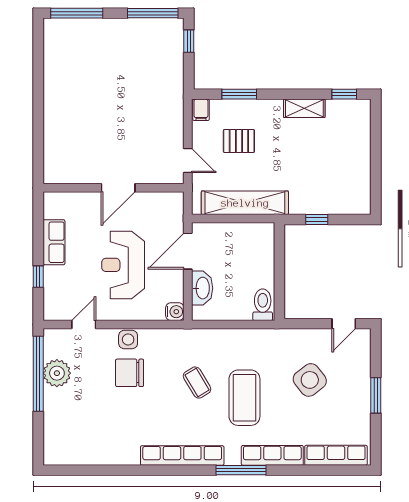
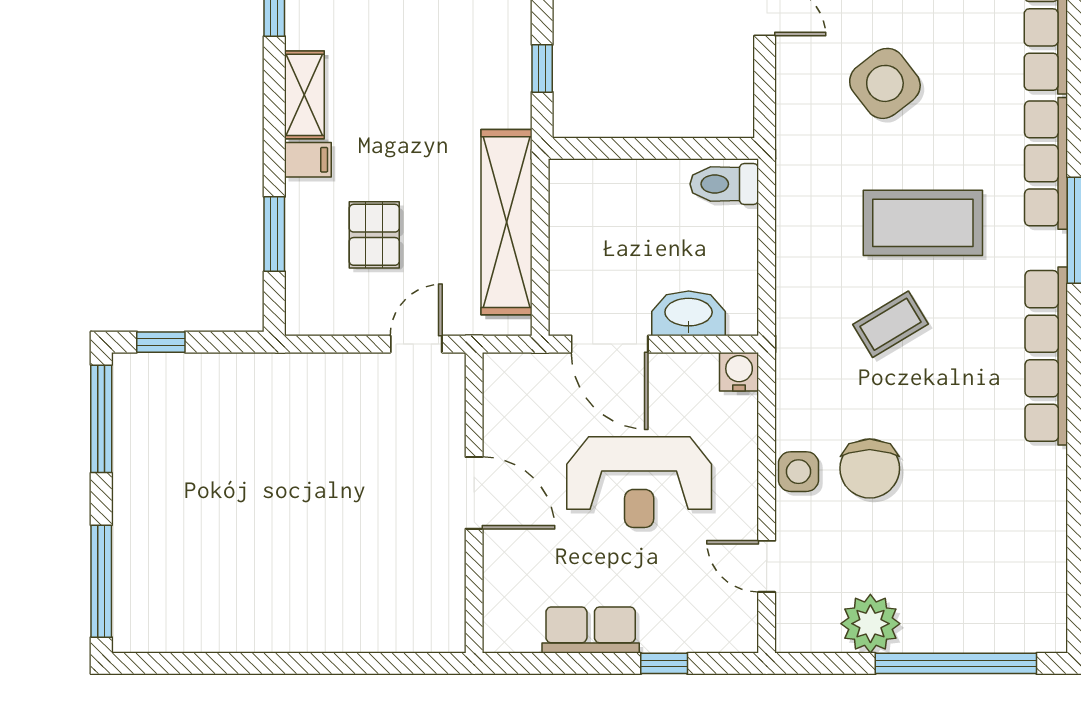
filing cabinet: (201, 110) -> (308, 160), moved
window: (38, 374) -> (956, 663), moved

